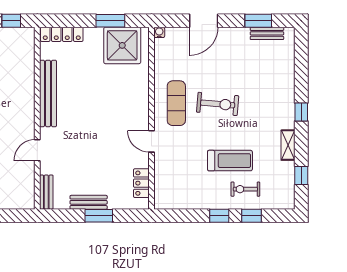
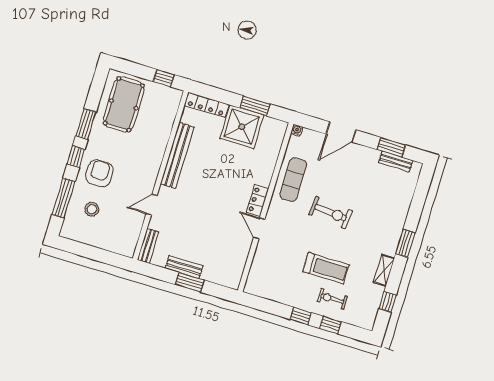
shower: (122, 45) -> (242, 127), moved
exercise mat: (176, 103) -> (293, 180), moved
window: (301, 112) -> (405, 243), width x1.50
locker: (141, 183) -> (258, 200), moved

